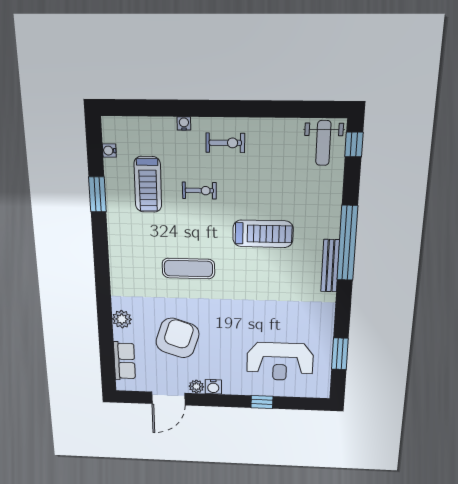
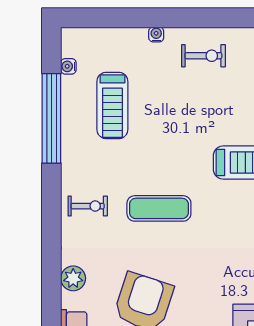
exercise bike: (199, 191) -> (88, 206), moved
window: (97, 194) -> (51, 118), width x2.11

